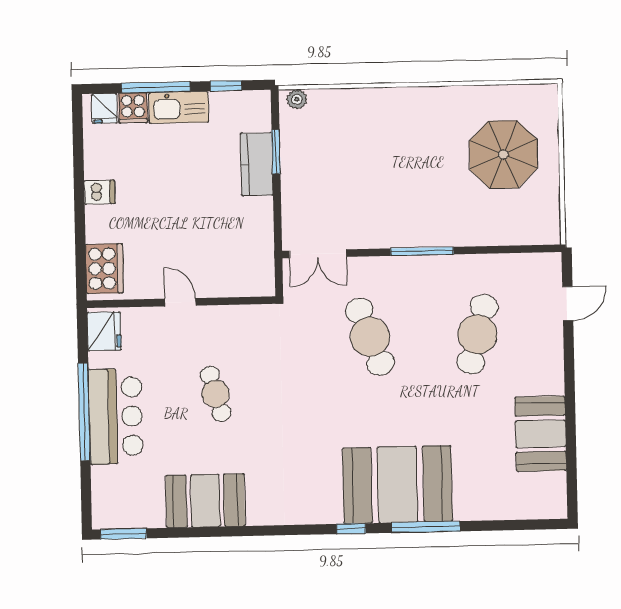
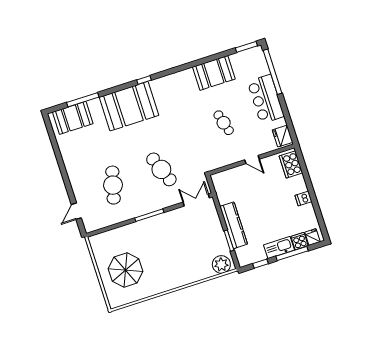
plant: (297, 99) -> (221, 264), width x1.88, depth x1.88
kitchen counter: (257, 164) -> (234, 225), width x1.50
window: (84, 412) -> (273, 72), moved
booth: (541, 434) -> (73, 118), moved, turned 90
window: (426, 527) -> (83, 100), moved

